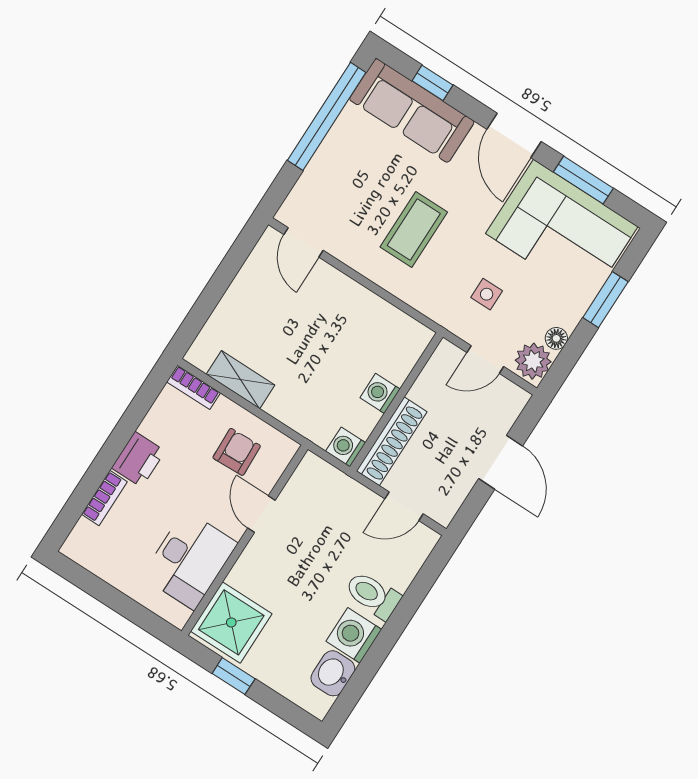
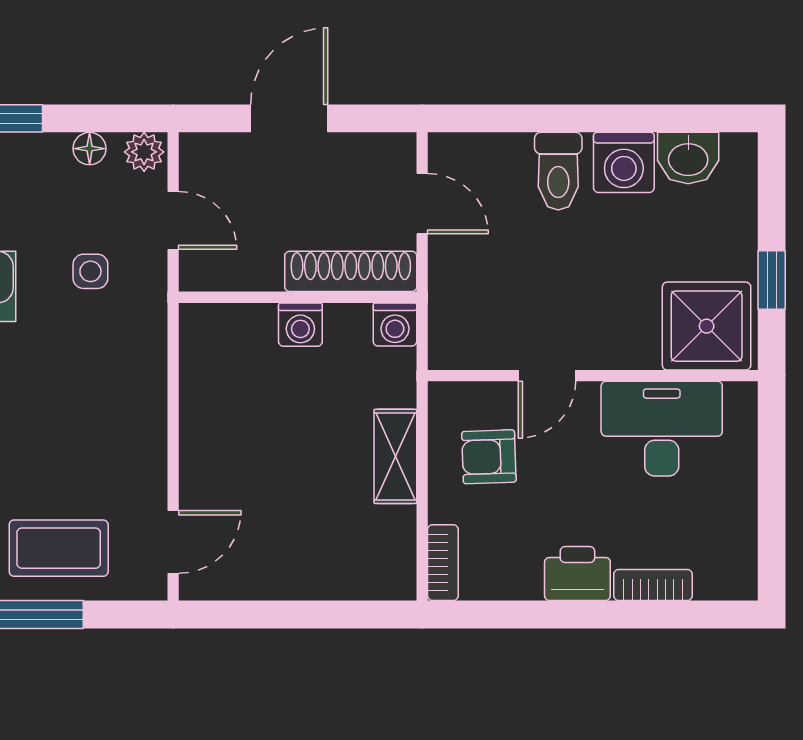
coffee table: (414, 229) -> (59, 548), moved
plant: (533, 361) -> (144, 152), width x0.73, depth x0.73
shelving: (241, 380) -> (395, 456), moved

